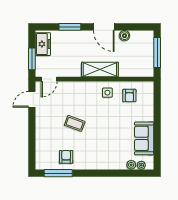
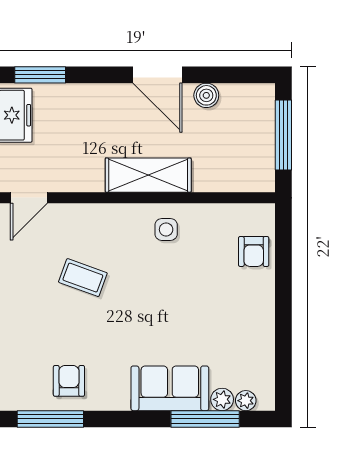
window: (70, 27) -> (40, 75), moved
armchair: (129, 96) -> (254, 251), moved
coffee table: (75, 123) -> (83, 278), moved
sofa: (144, 138) -> (170, 388), moved, turned 90
window: (124, 173) -> (205, 419), added

